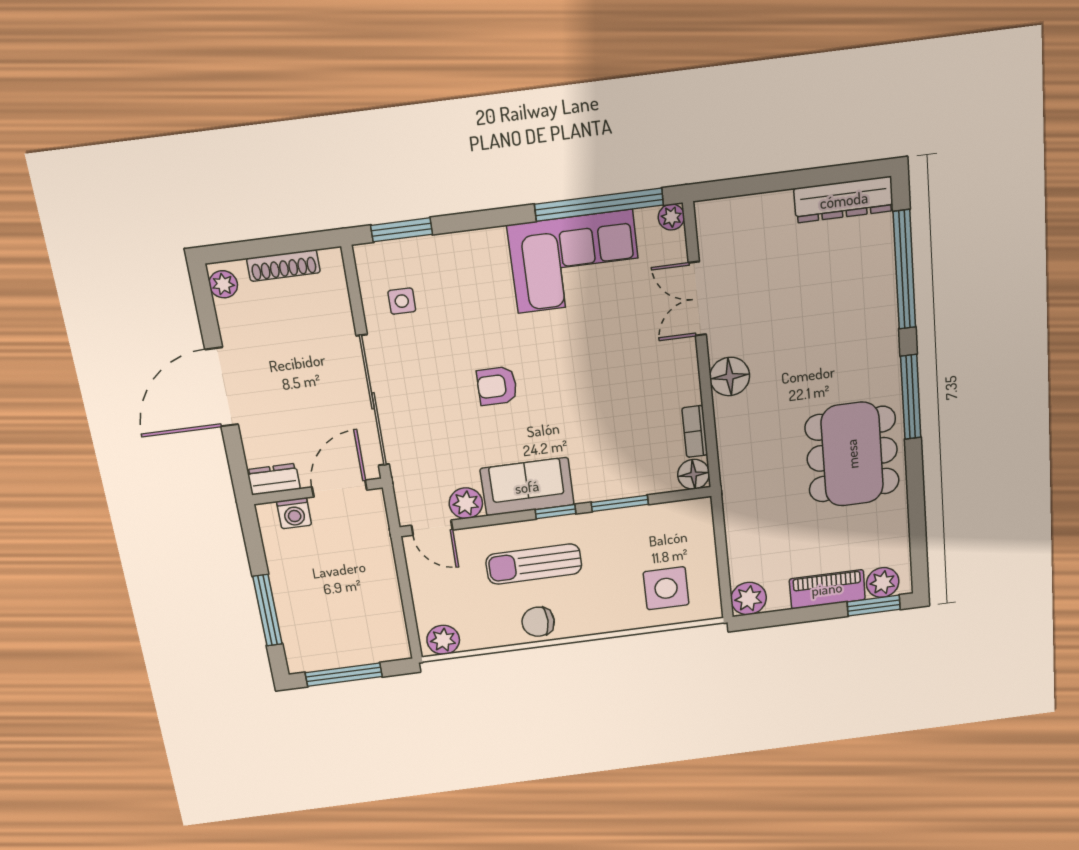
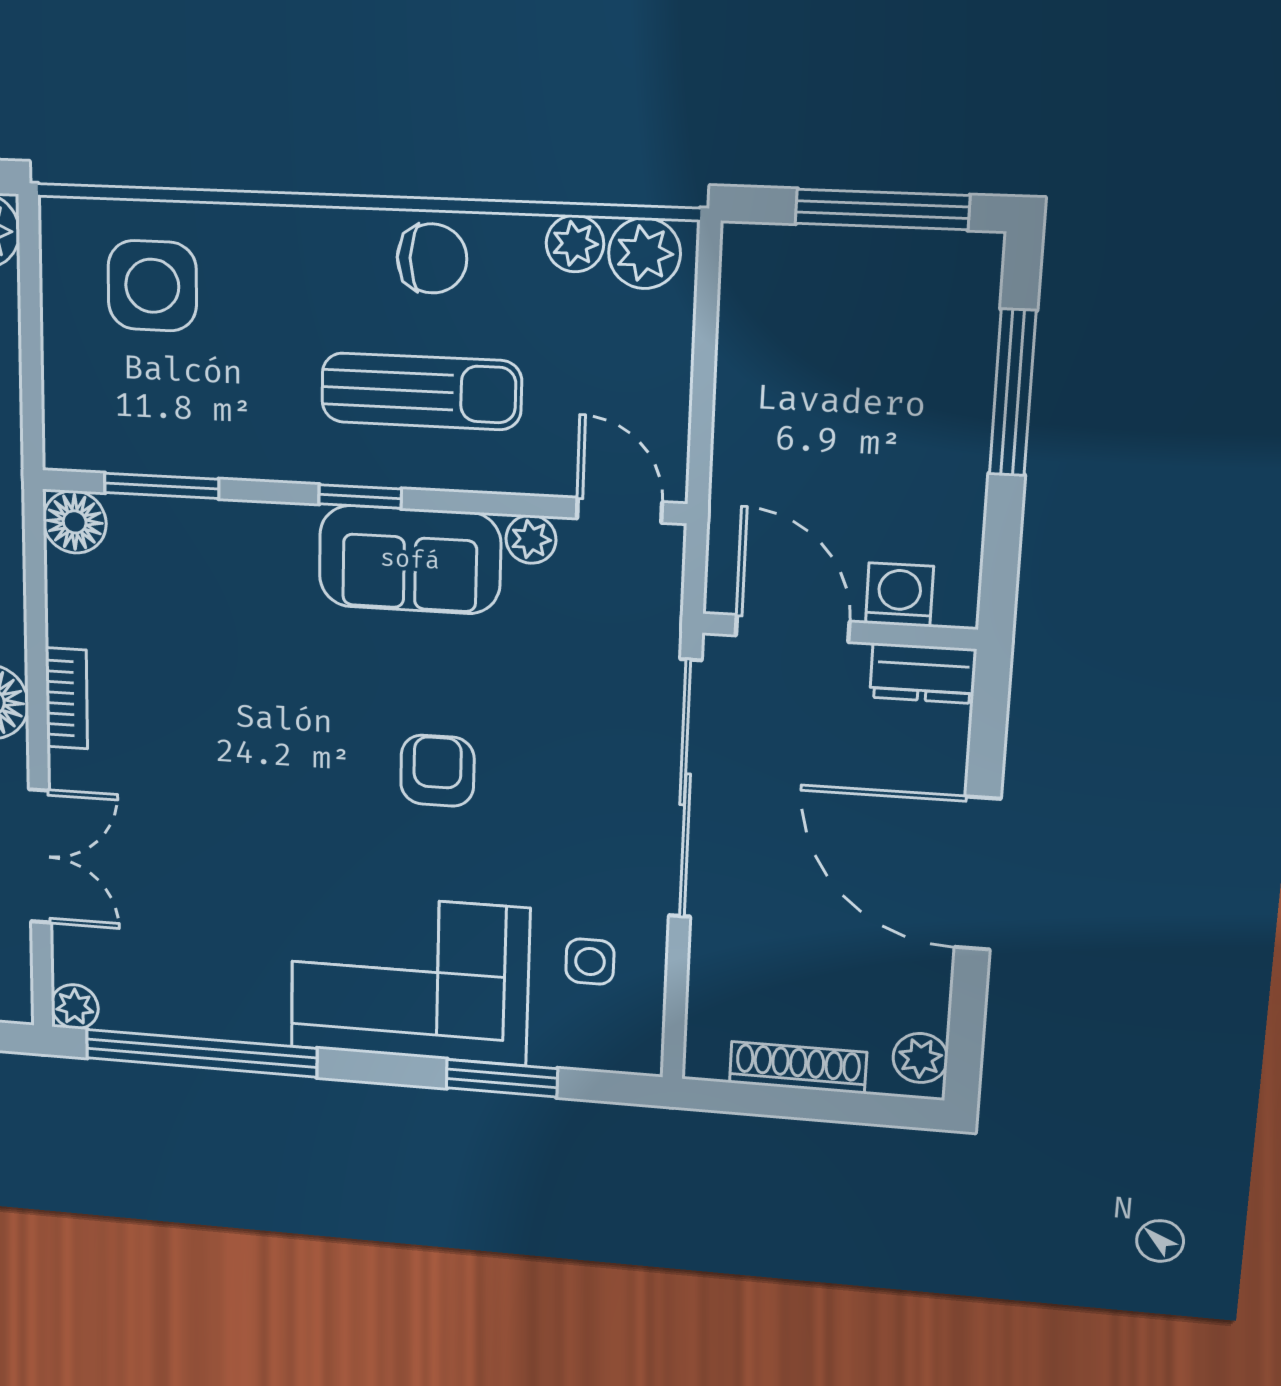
window: (402, 230) -> (502, 1078), moved
corner sofa: (575, 262) -> (409, 978), moved
armchair: (497, 386) -> (437, 771), turned -90
door: (222, 387) -> (978, 873), swing flipped
bookcase: (695, 431) -> (67, 698), moved
door: (339, 489) -> (793, 628), swing flipped
plant: (466, 503) -> (531, 539), width x0.73, depth x0.73
window: (620, 503) -> (162, 486), moved
plant: (475, 639) -> (575, 244), added

